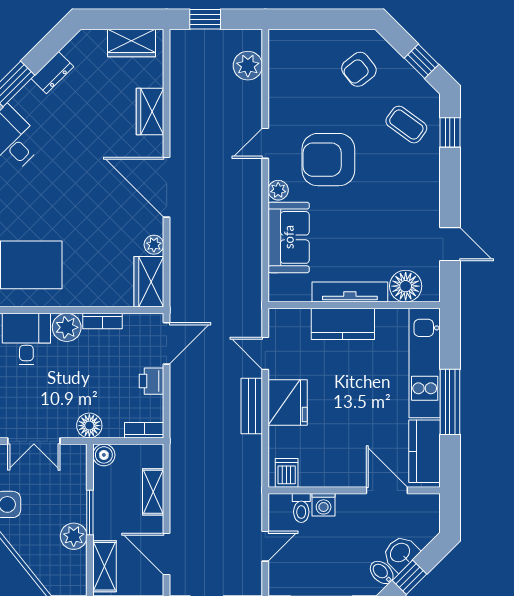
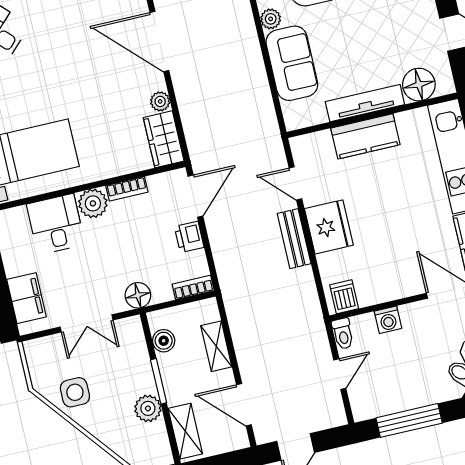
boiler: (104, 455) -> (164, 341), moved
toilet: (301, 508) -> (343, 334), moved

